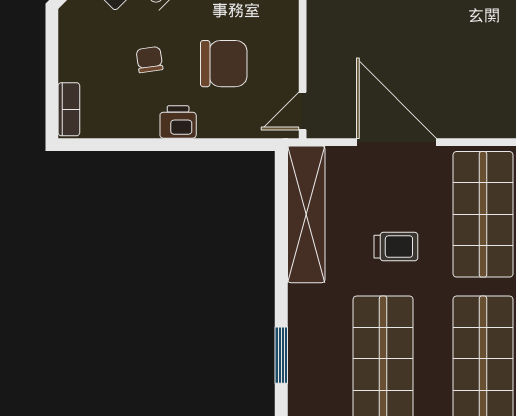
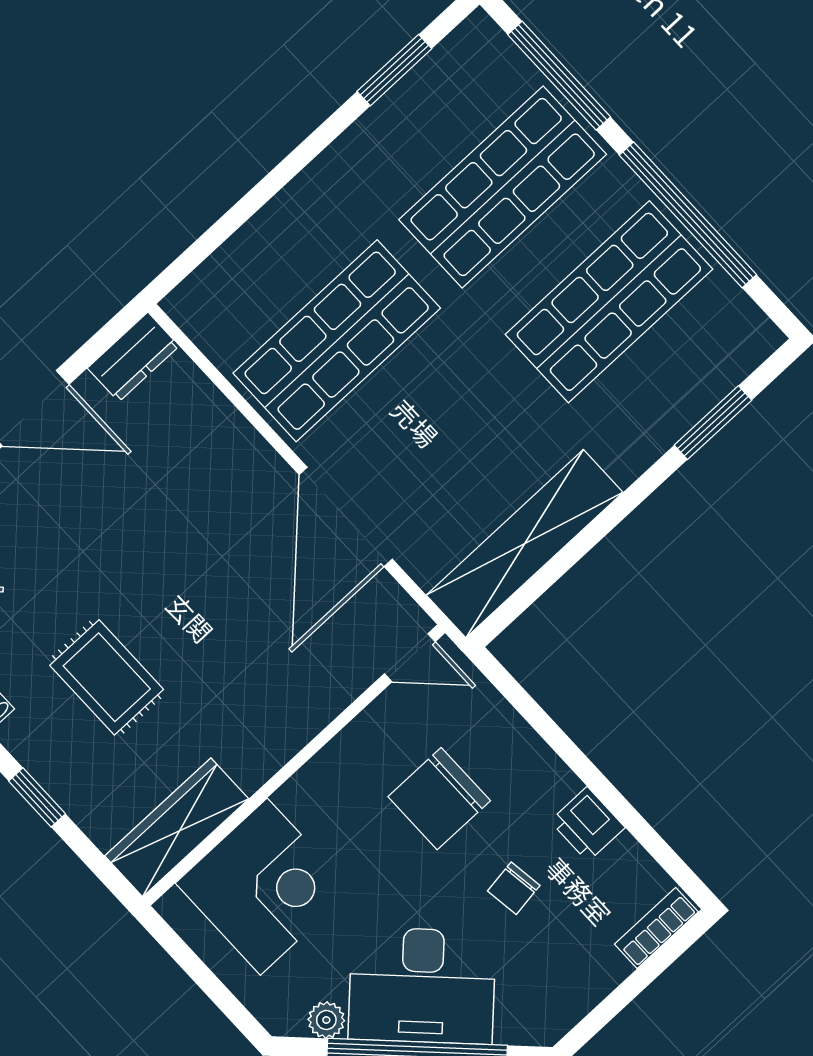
chair: (224, 64) -> (439, 799), turned -90
printer: (178, 122) -> (587, 824), moved
trolley: (396, 247) -> (466, 406), removed

